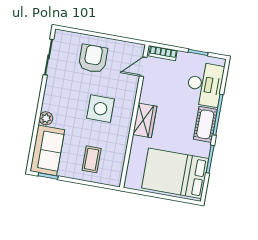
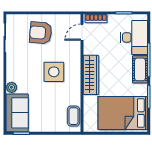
armchair: (93, 59) -> (41, 33), turned -85
wardrobe: (145, 120) -> (91, 75), width x1.50
coffee table: (92, 159) -> (73, 116), moved

